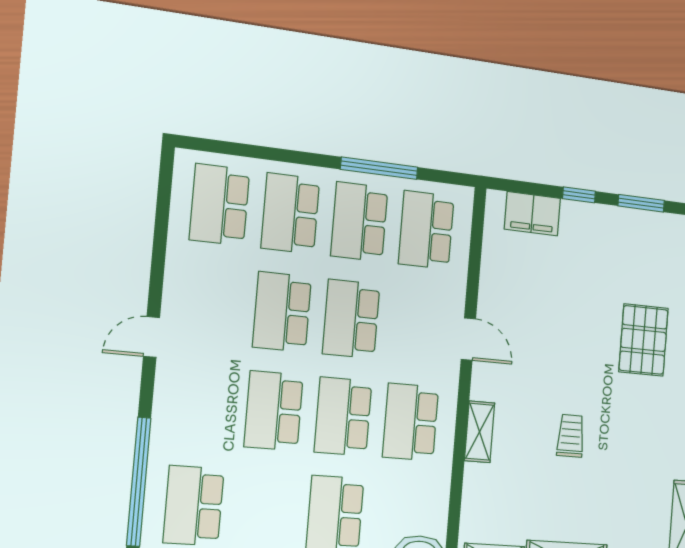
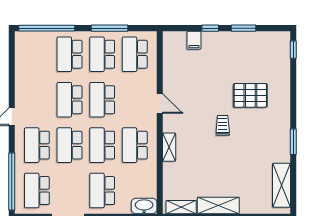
window: (246, 150) -> (47, 28), added
school desk: (220, 205) -> (37, 145), moved
filing cabinet: (532, 214) -> (194, 40), width x0.50
pallet: (644, 340) -> (250, 95), turned 90
trolley: (571, 436) -> (223, 125), moved

